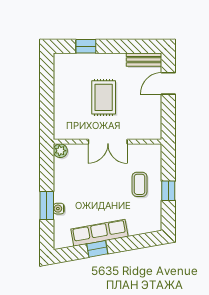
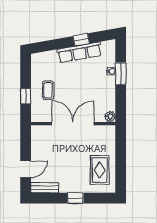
window: (86, 46) -> (76, 198), moved
rug: (104, 97) -> (100, 170), moved
double door: (108, 142) -> (73, 124), width x1.37
window: (168, 191) -> (26, 96), moved

